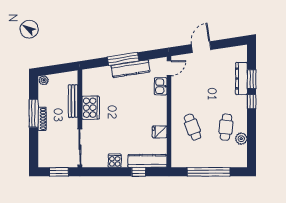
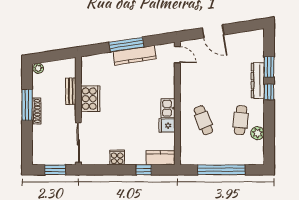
door: (201, 47) -> (213, 31), swing flipped
door: (169, 68) -> (177, 55), hinge flipped
dresser: (241, 78) -> (258, 81), moved
kitchen sink: (161, 86) -> (168, 108), moved
bench: (73, 101) -> (71, 91), width x0.73
kitchen counter: (147, 161) -> (161, 158), width x0.67

